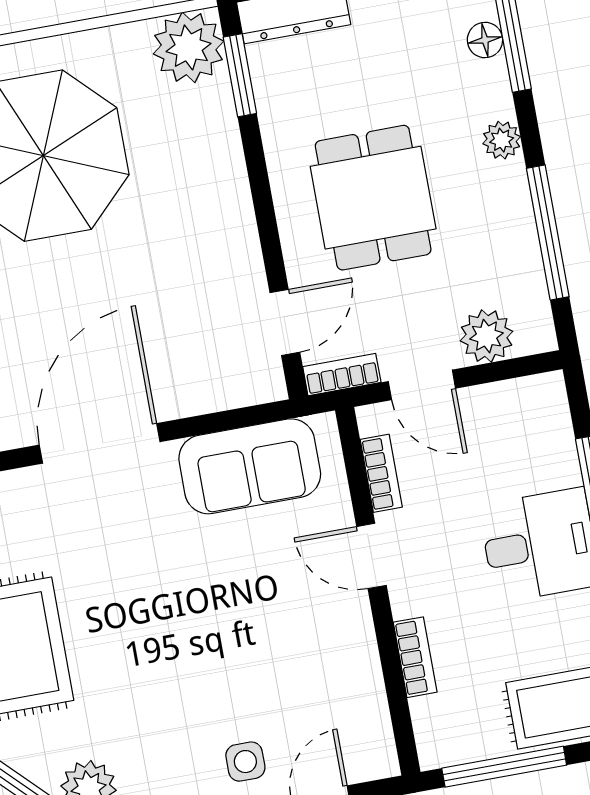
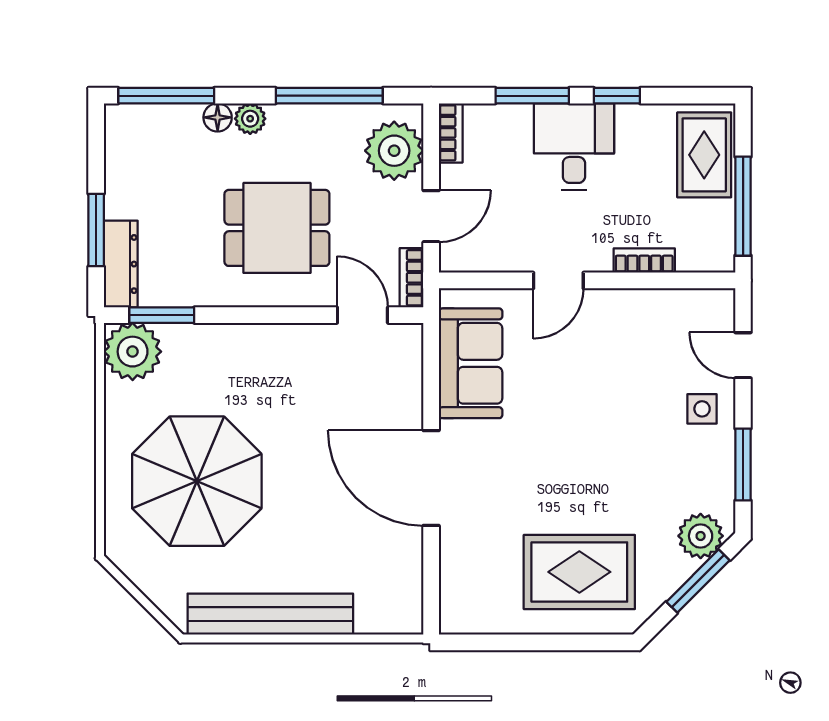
floor lamp: (485, 40) -> (218, 117), moved
plant: (487, 336) -> (394, 151), width x1.36, depth x1.36
bookcase: (381, 473) -> (451, 133), moved, turned 90

